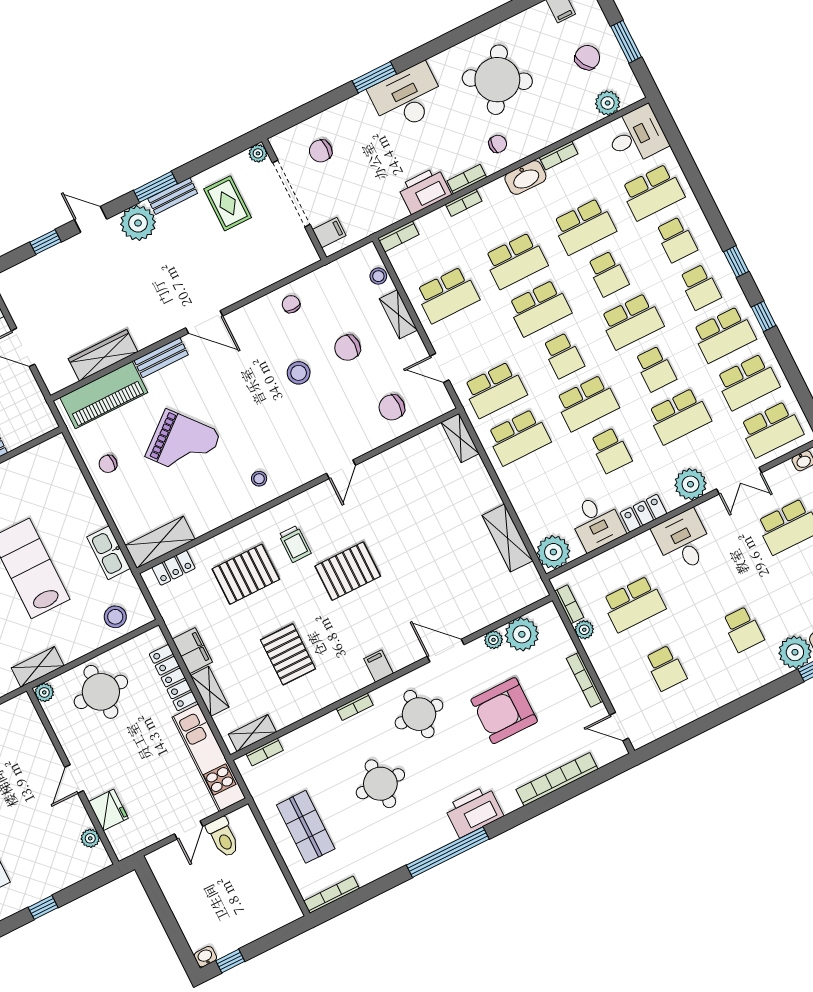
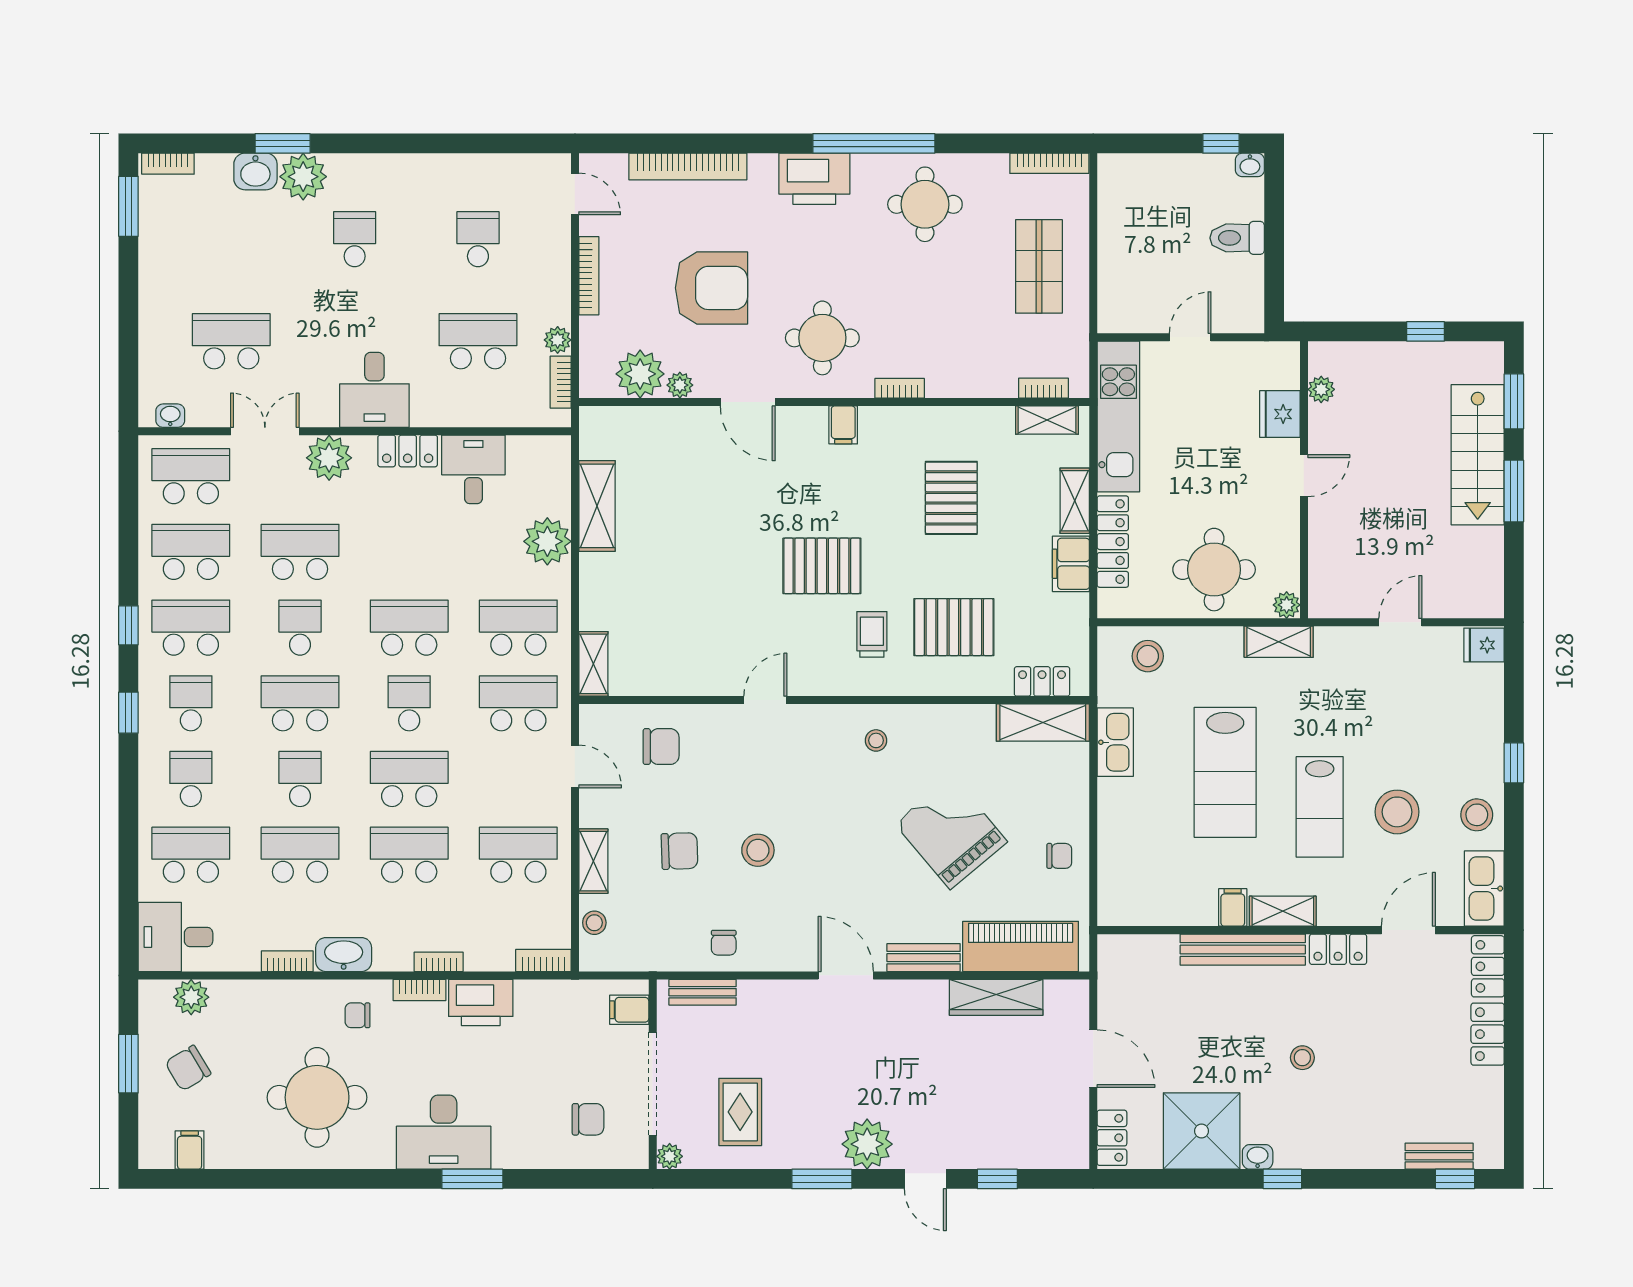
round table: (497, 80) -> (317, 1097), turned -30
bench: (173, 196) -> (703, 992), moved
school desk: (611, 450) -> (409, 552), removed
plant: (553, 552) -> (547, 541), moved
round table: (380, 784) -> (925, 204), moved
toilet: (223, 837) -> (1237, 238), moved, turned -90

